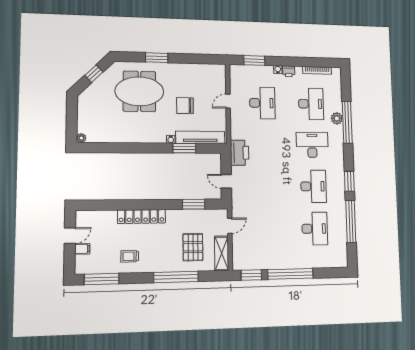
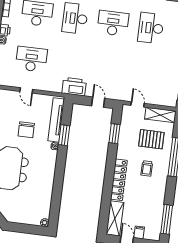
door: (226, 181) -> (98, 102), swing flipped
shelving: (96, 218) -> (115, 218), added
desk: (315, 229) -> (151, 28), turned -90
trolley: (130, 256) -> (147, 168), moved

